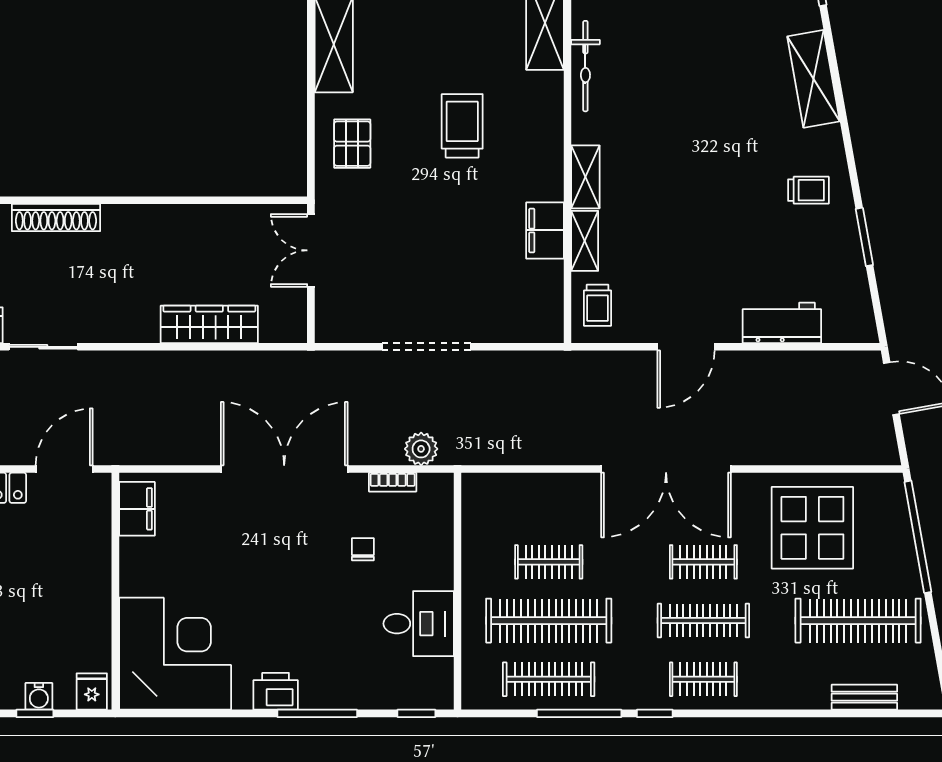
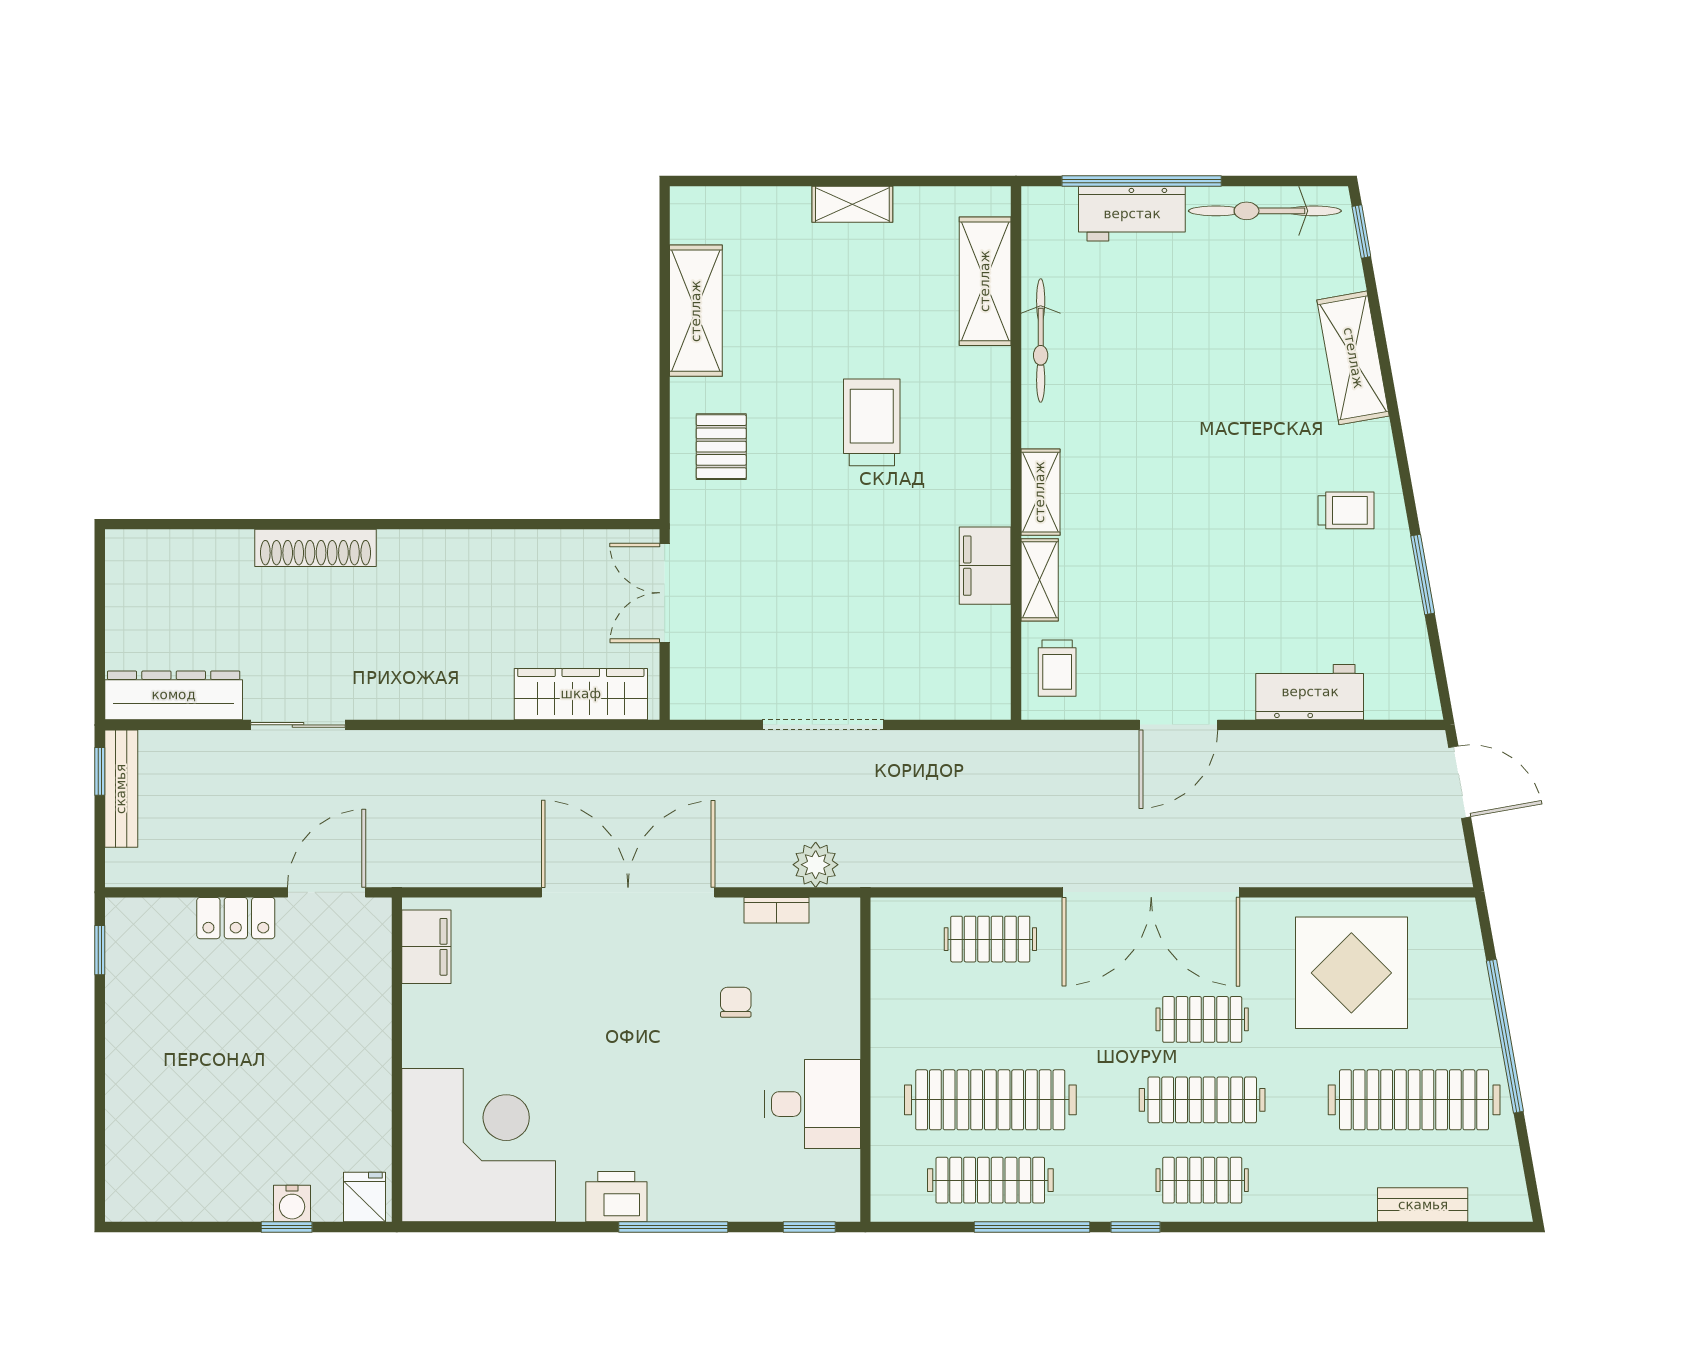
wardrobe: (209, 324) -> (581, 694), moved
window: (918, 537) -> (1505, 1036), moved
clothes rail: (549, 562) -> (990, 939), moved

